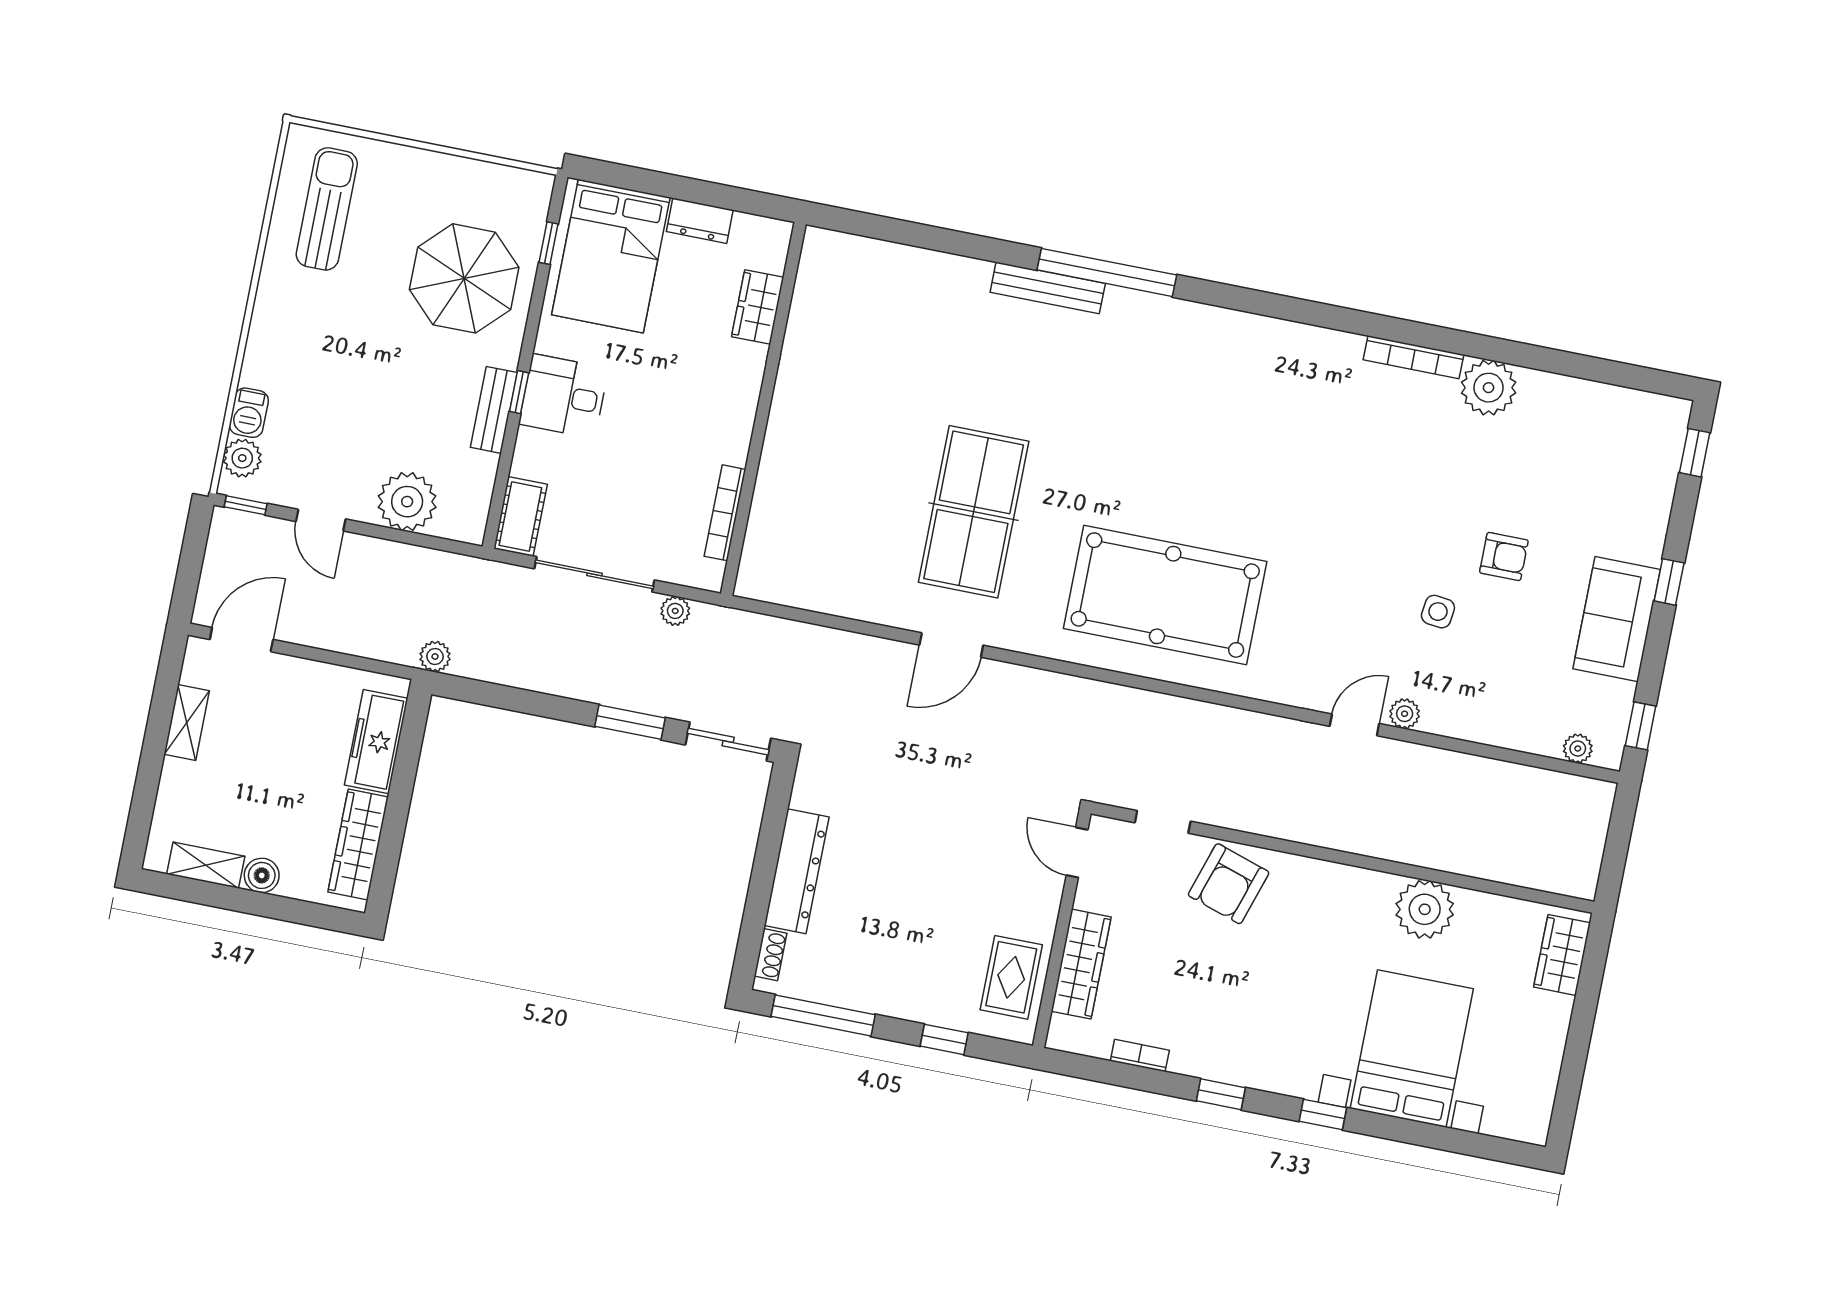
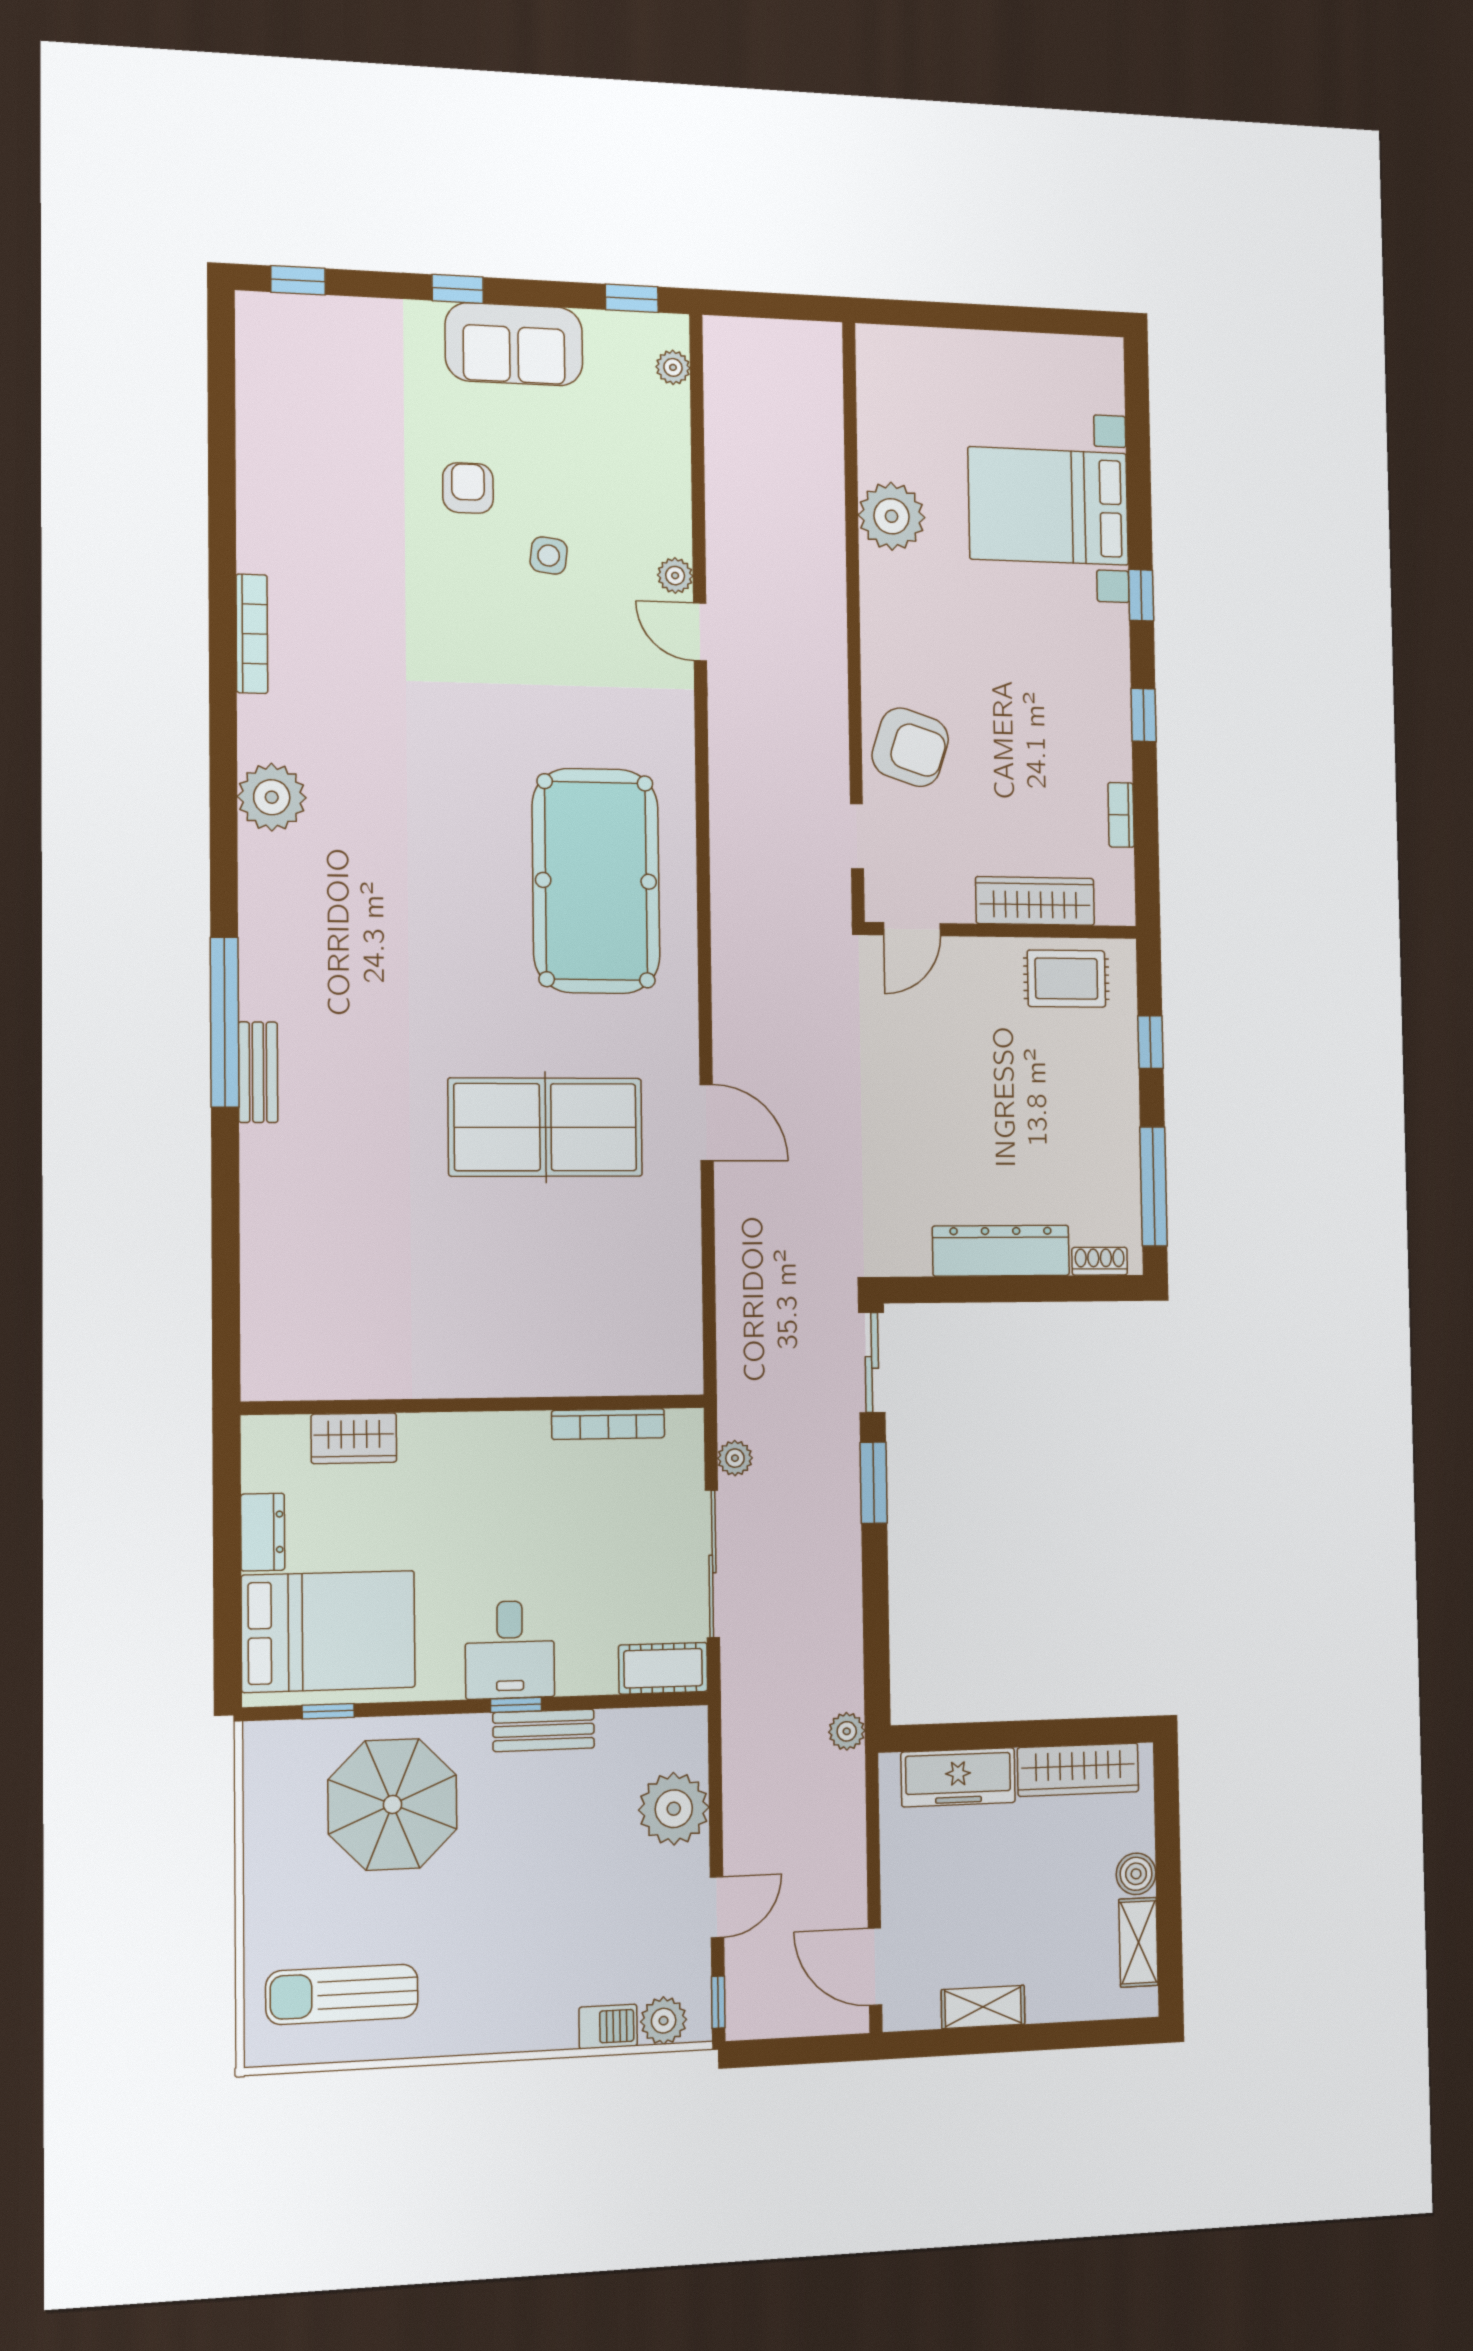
bench: (1048, 288) -> (258, 1072), width x0.73
plant: (1489, 388) -> (272, 797), moved
wardrobe: (1562, 955) -> (909, 351), removed

